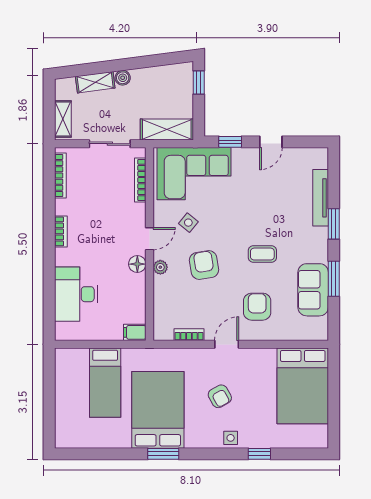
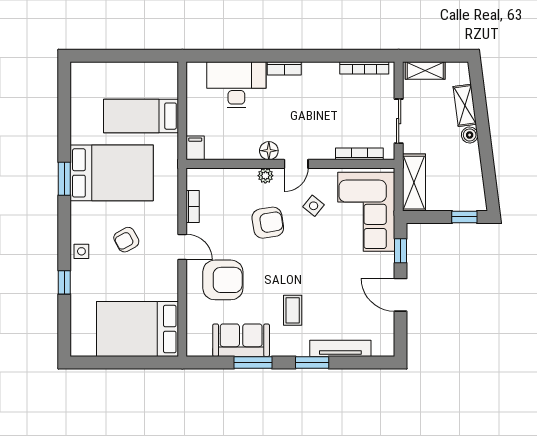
door: (271, 142) -> (401, 295), width x1.38
bookcase: (61, 231) -> (284, 68), moved
door: (150, 239) -> (296, 164), hinge flipped
coffee table: (262, 254) -> (293, 310), moved
armchair: (257, 307) -> (223, 280), width x1.36, depth x1.36

